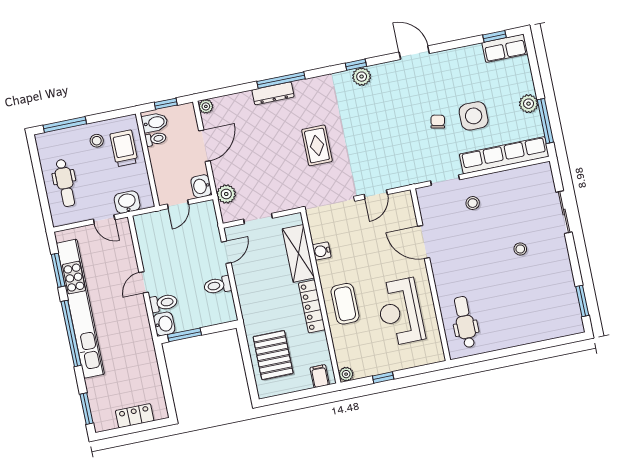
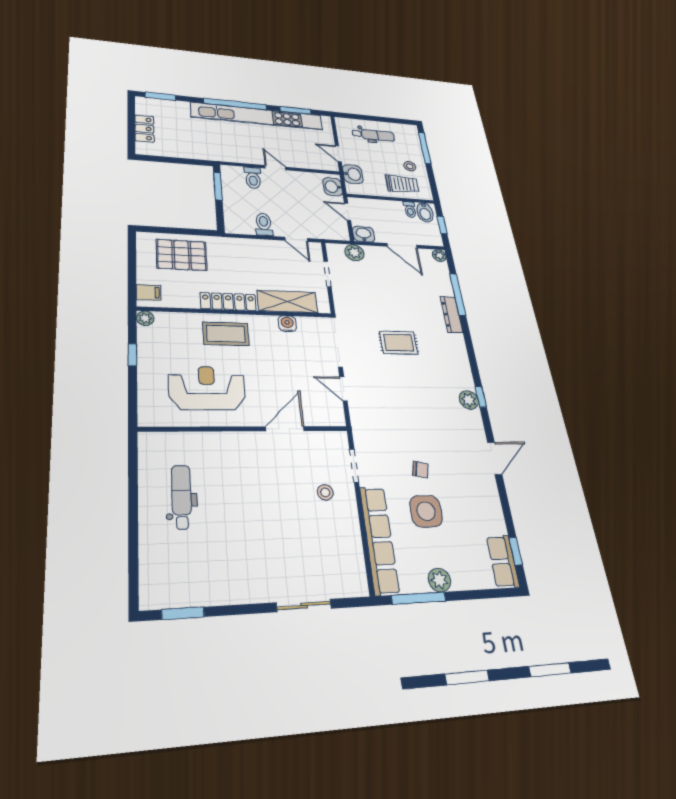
window: (281, 80) -> (458, 294), moved
dental chair: (65, 183) -> (373, 135), turned 180
door: (104, 219) -> (338, 154), hinge flipped
stool: (520, 249) -> (263, 541), removed
dental chair: (465, 322) -> (182, 497), moved, turned -90
washbasin: (164, 324) -> (333, 187), moved, turned 90

